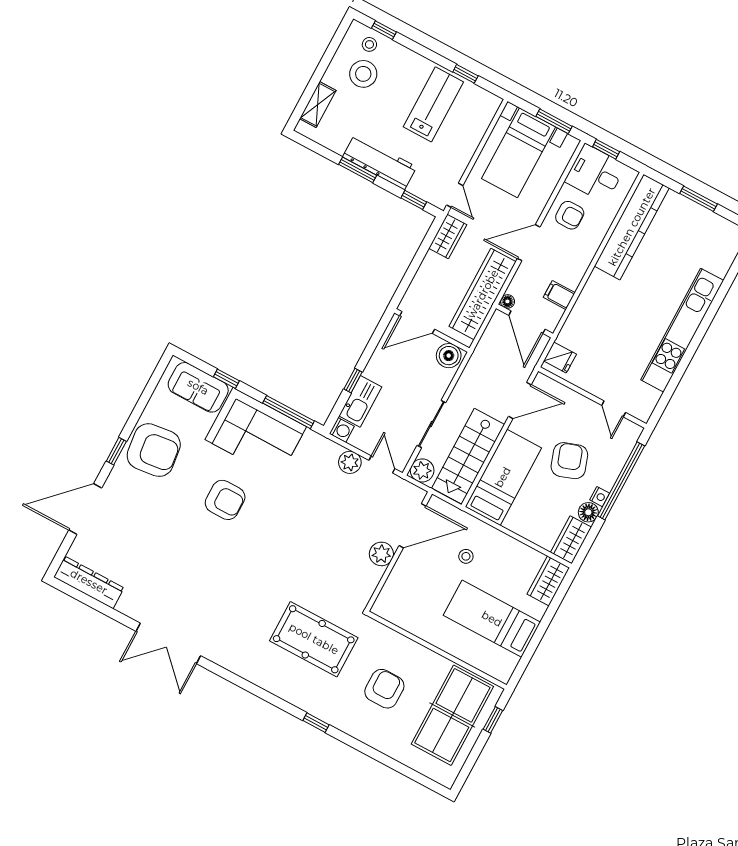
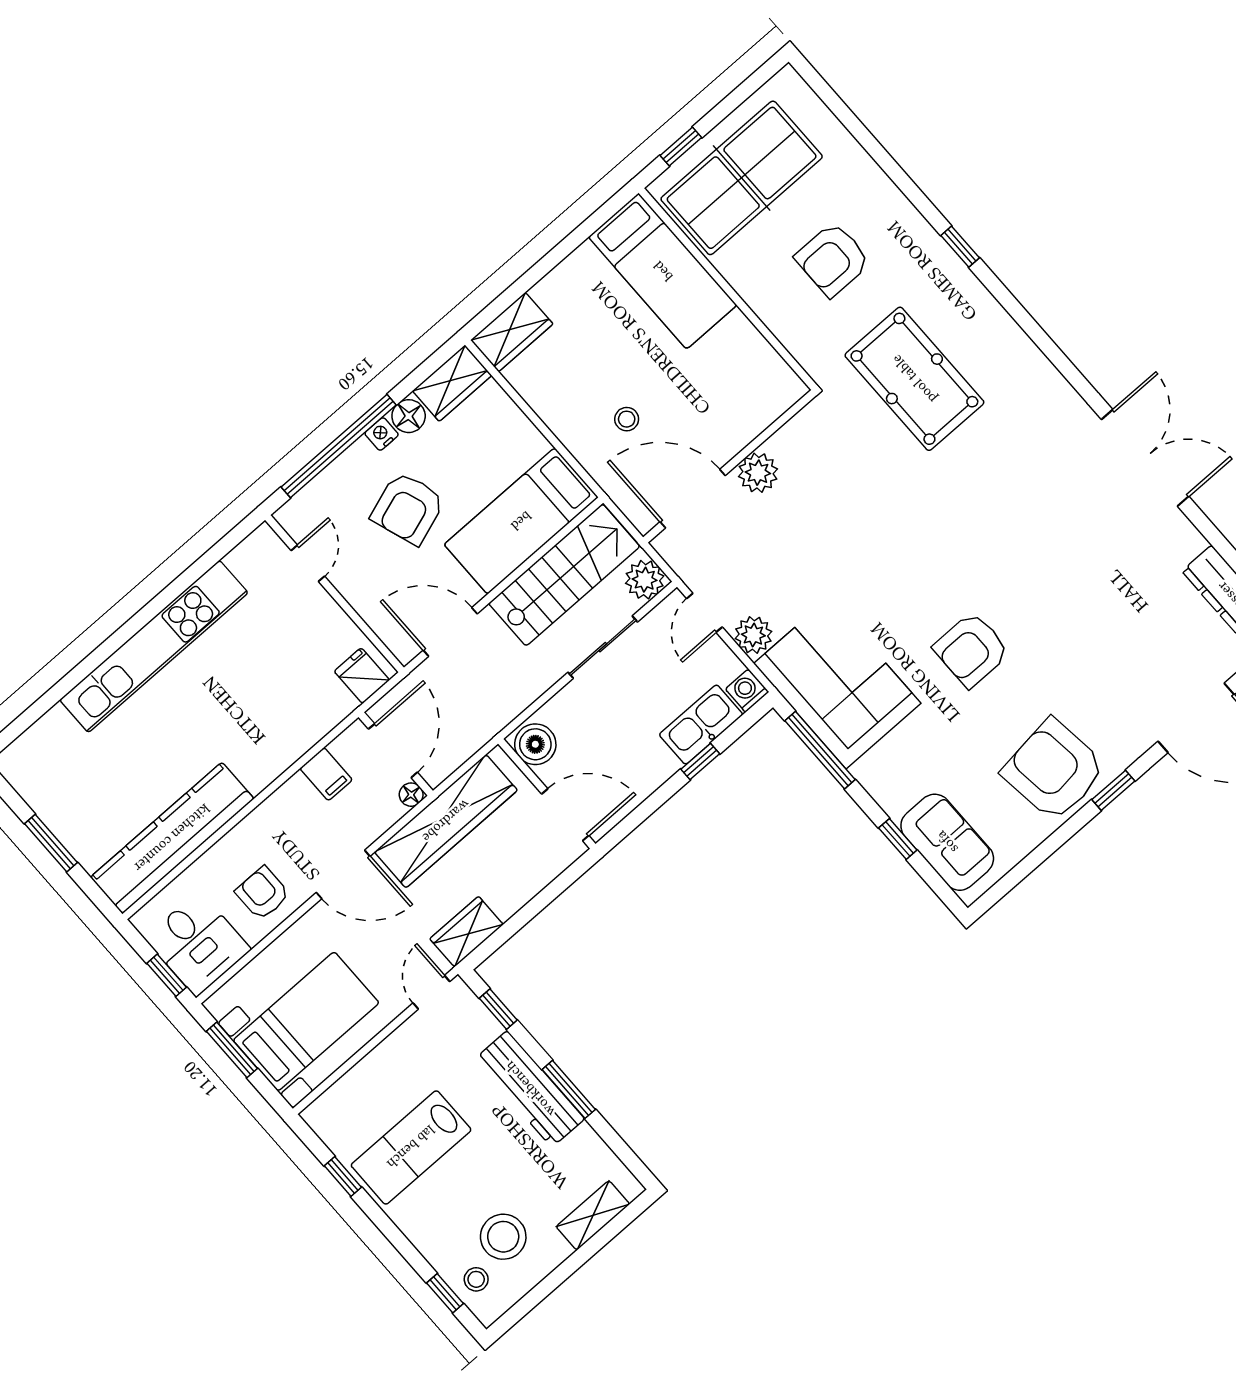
corner sofa: (256, 433) -> (837, 683), moved
armchair: (225, 500) -> (971, 650), turned -90
bed: (492, 619) -> (663, 271), moved

